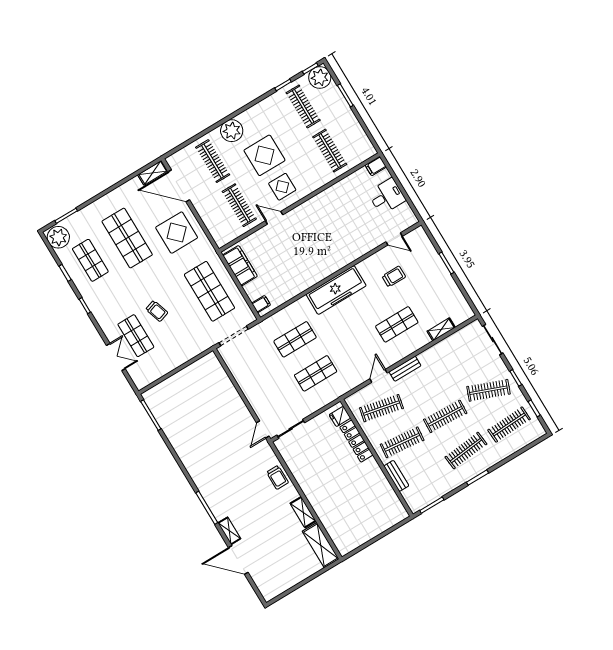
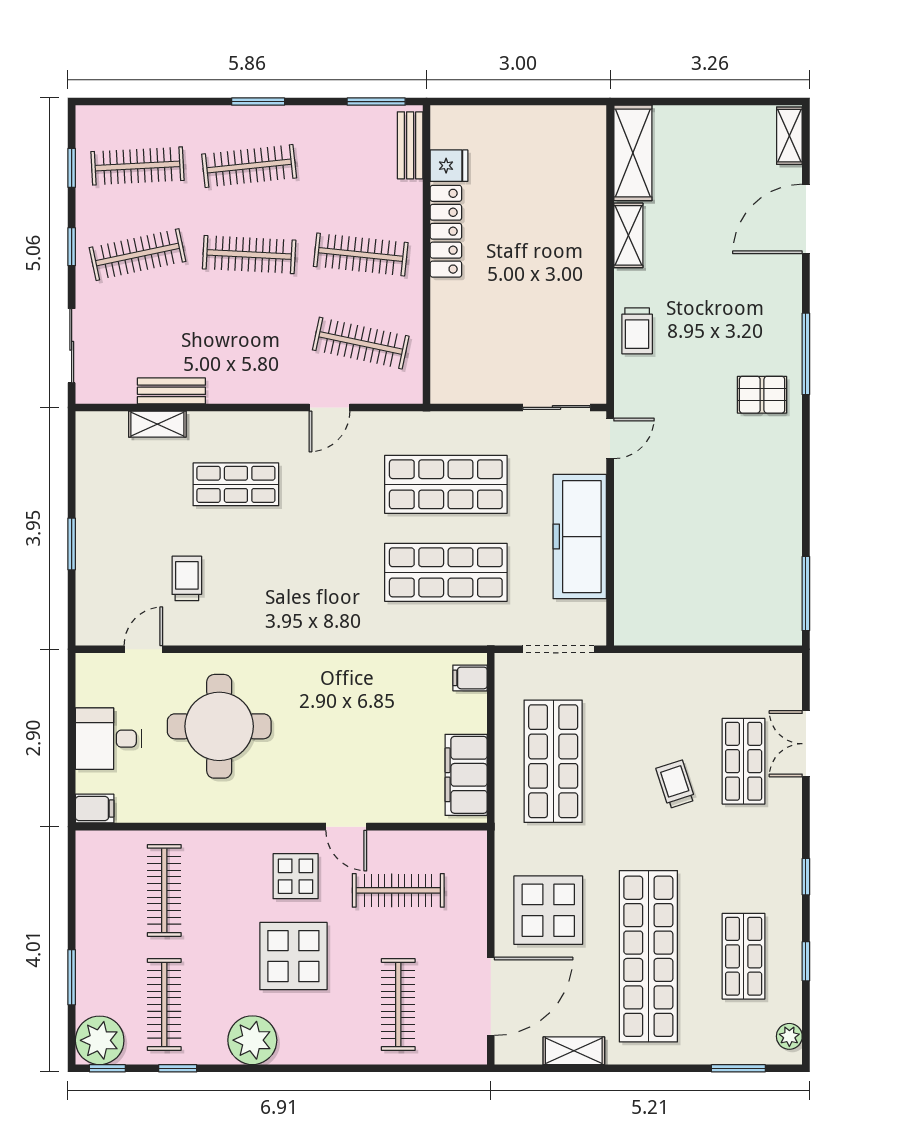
plant: (232, 131) -> (252, 1040), moved
shelving: (153, 173) -> (574, 1051), moved
door: (179, 186) -> (491, 996), hinge flipped
clothes rail: (239, 205) -> (398, 890), turned 90
round table: (347, 227) -> (219, 726), added
plant: (58, 237) -> (789, 1036), width x0.53, depth x0.53
shop shelf: (127, 238) -> (648, 956), width x1.40
door: (394, 239) -> (143, 649), hinge flipped
trolley: (394, 277) -> (187, 578), turned 90
freezer: (336, 290) -> (580, 537), moved, turned -90
shop shelf: (295, 339) -> (446, 572), width x1.43, depth x1.36
bench: (405, 369) -> (171, 391), moved
shop shelf: (316, 373) -> (446, 484), width x1.43, depth x1.36
clothes rail: (488, 390) -> (137, 255), turned -33
fridge: (340, 416) -> (449, 166), moved
locker: (356, 441) -> (446, 231), moved
bench: (396, 476) -> (410, 145), moved
trolley: (277, 477) -> (637, 331), turned 180
pallet: (214, 482) -> (762, 395), added
shelving: (229, 531) -> (789, 136), moved
door: (238, 560) -> (806, 219), swing flipped

